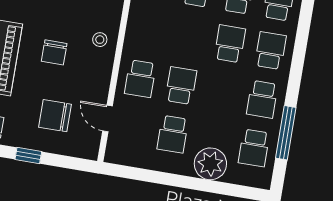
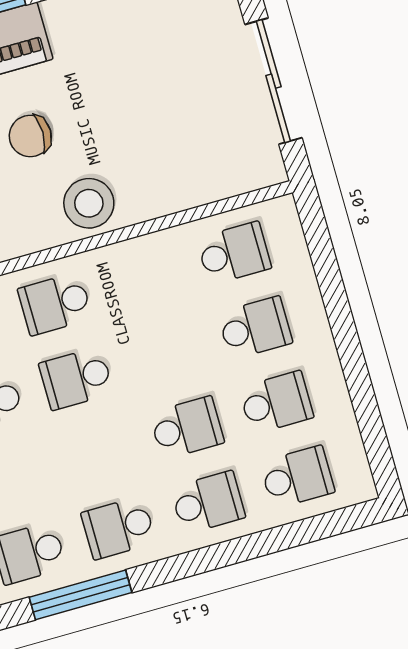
stool: (100, 40) -> (89, 203), width x1.89, depth x1.89
school desk: (181, 86) -> (76, 378), turned 180

